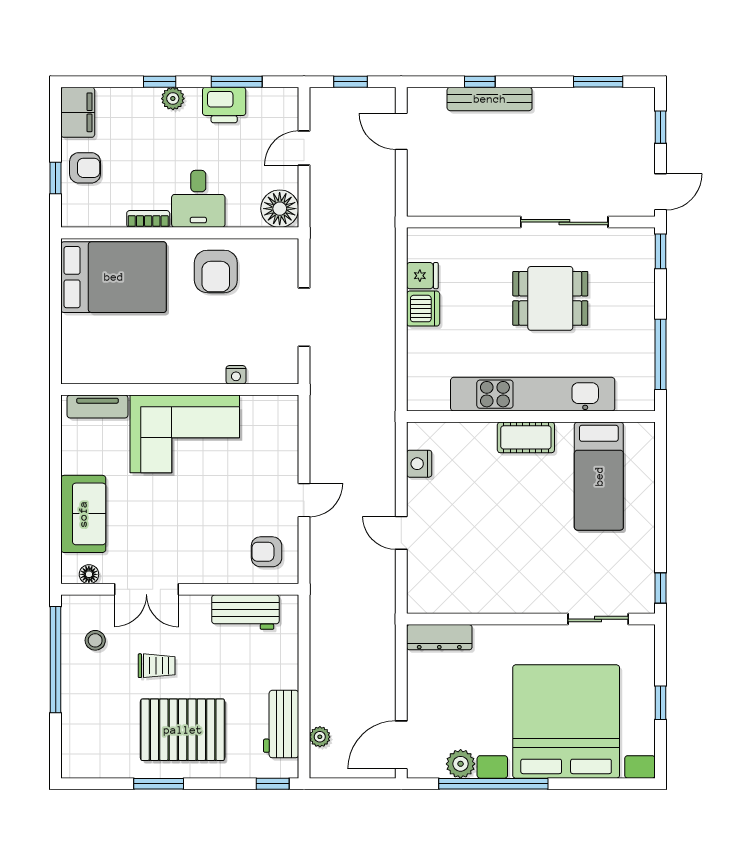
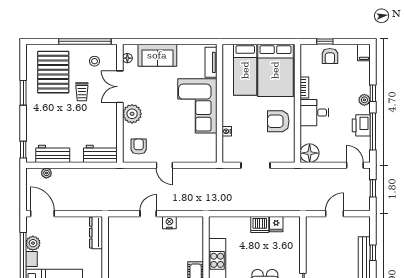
window: (237, 82) -> (373, 132), width x1.44
filing cabinet: (78, 112) -> (364, 53), width x0.50
door: (401, 131) -> (334, 214), moved
door: (304, 148) -> (355, 165), moved
bed: (112, 338) -> (245, 70), added
nightstand: (419, 464) -> (169, 223), moved
plant: (201, 565) -> (132, 114), added
workbench: (245, 612) -> (100, 154), moved, turned 90
pallet: (183, 730) -> (53, 72), moved

